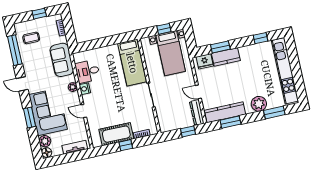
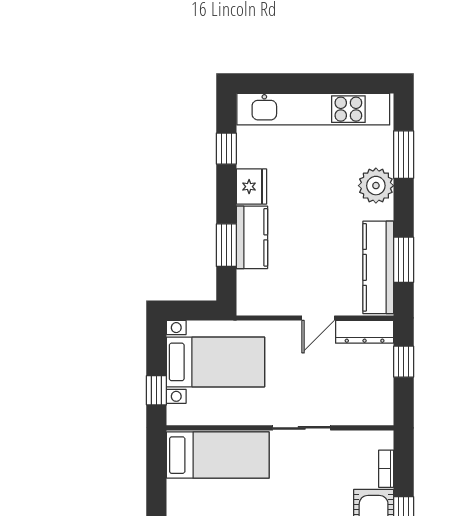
window: (164, 29) -> (156, 390), moved
fridge: (205, 61) -> (251, 187), moved

